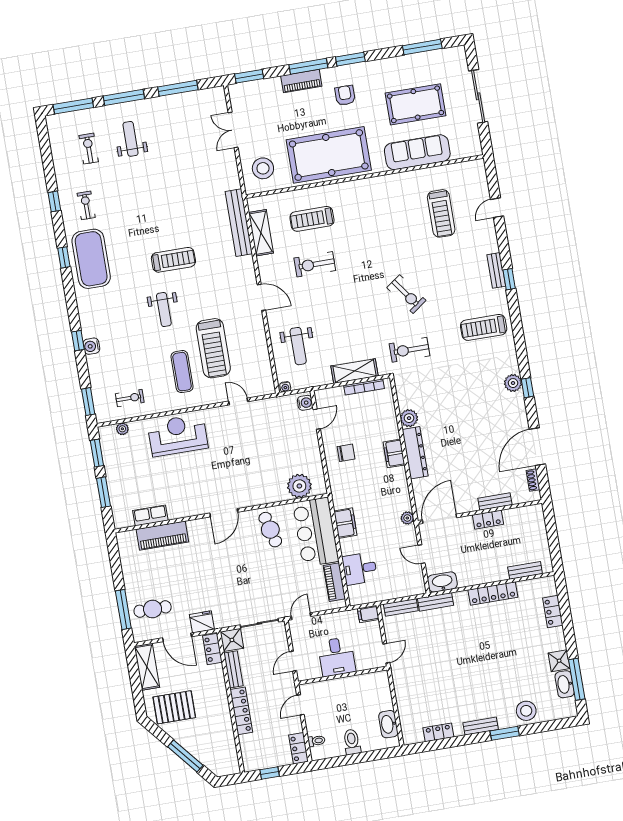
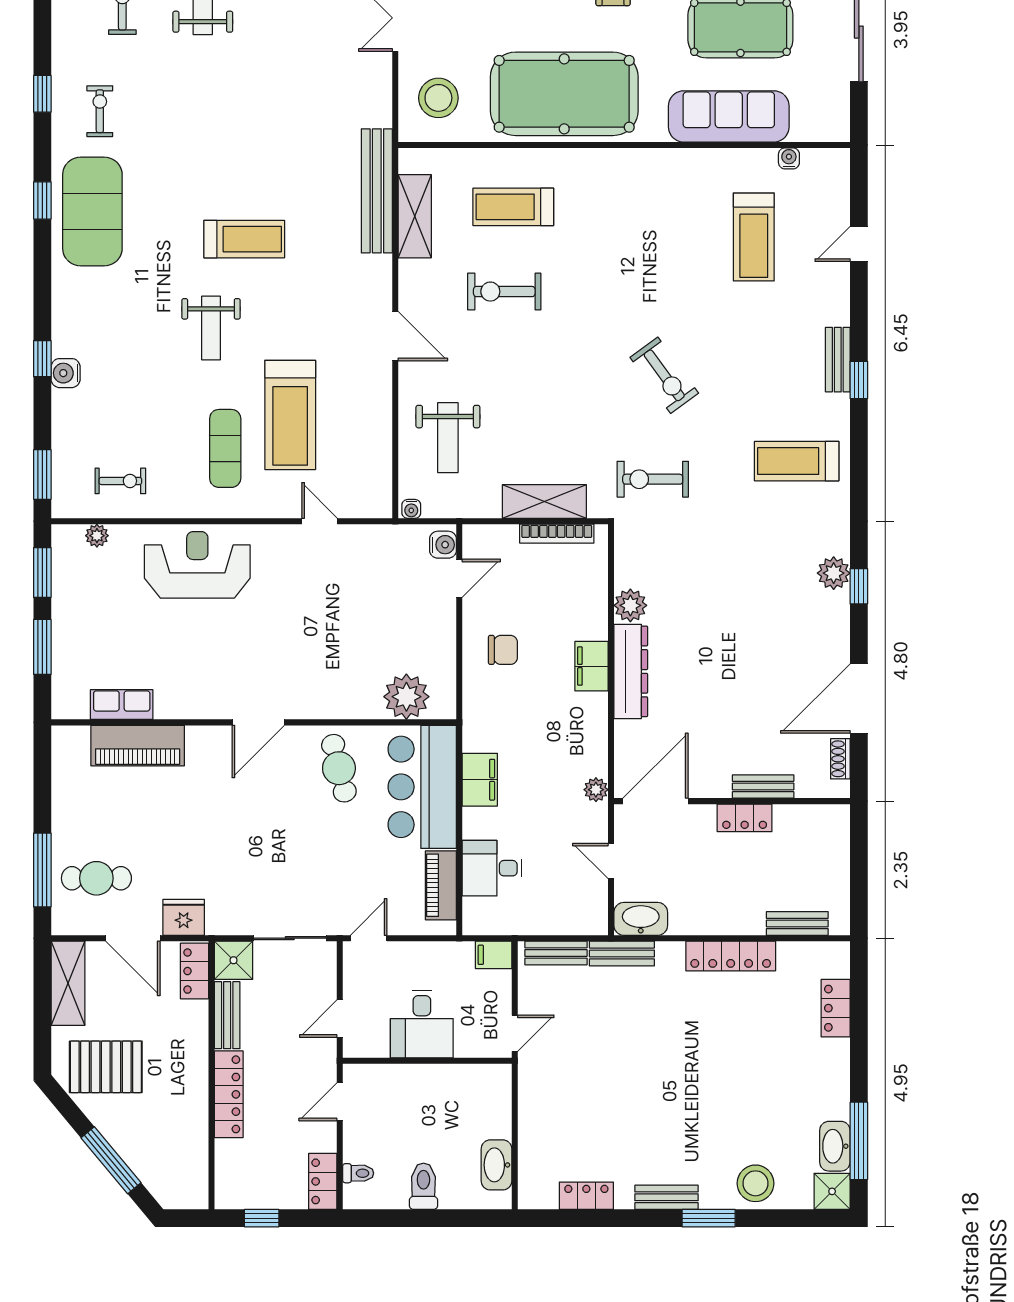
water cooler: (453, 169) -> (789, 158), added
shower: (559, 661) -> (832, 1191), moved

